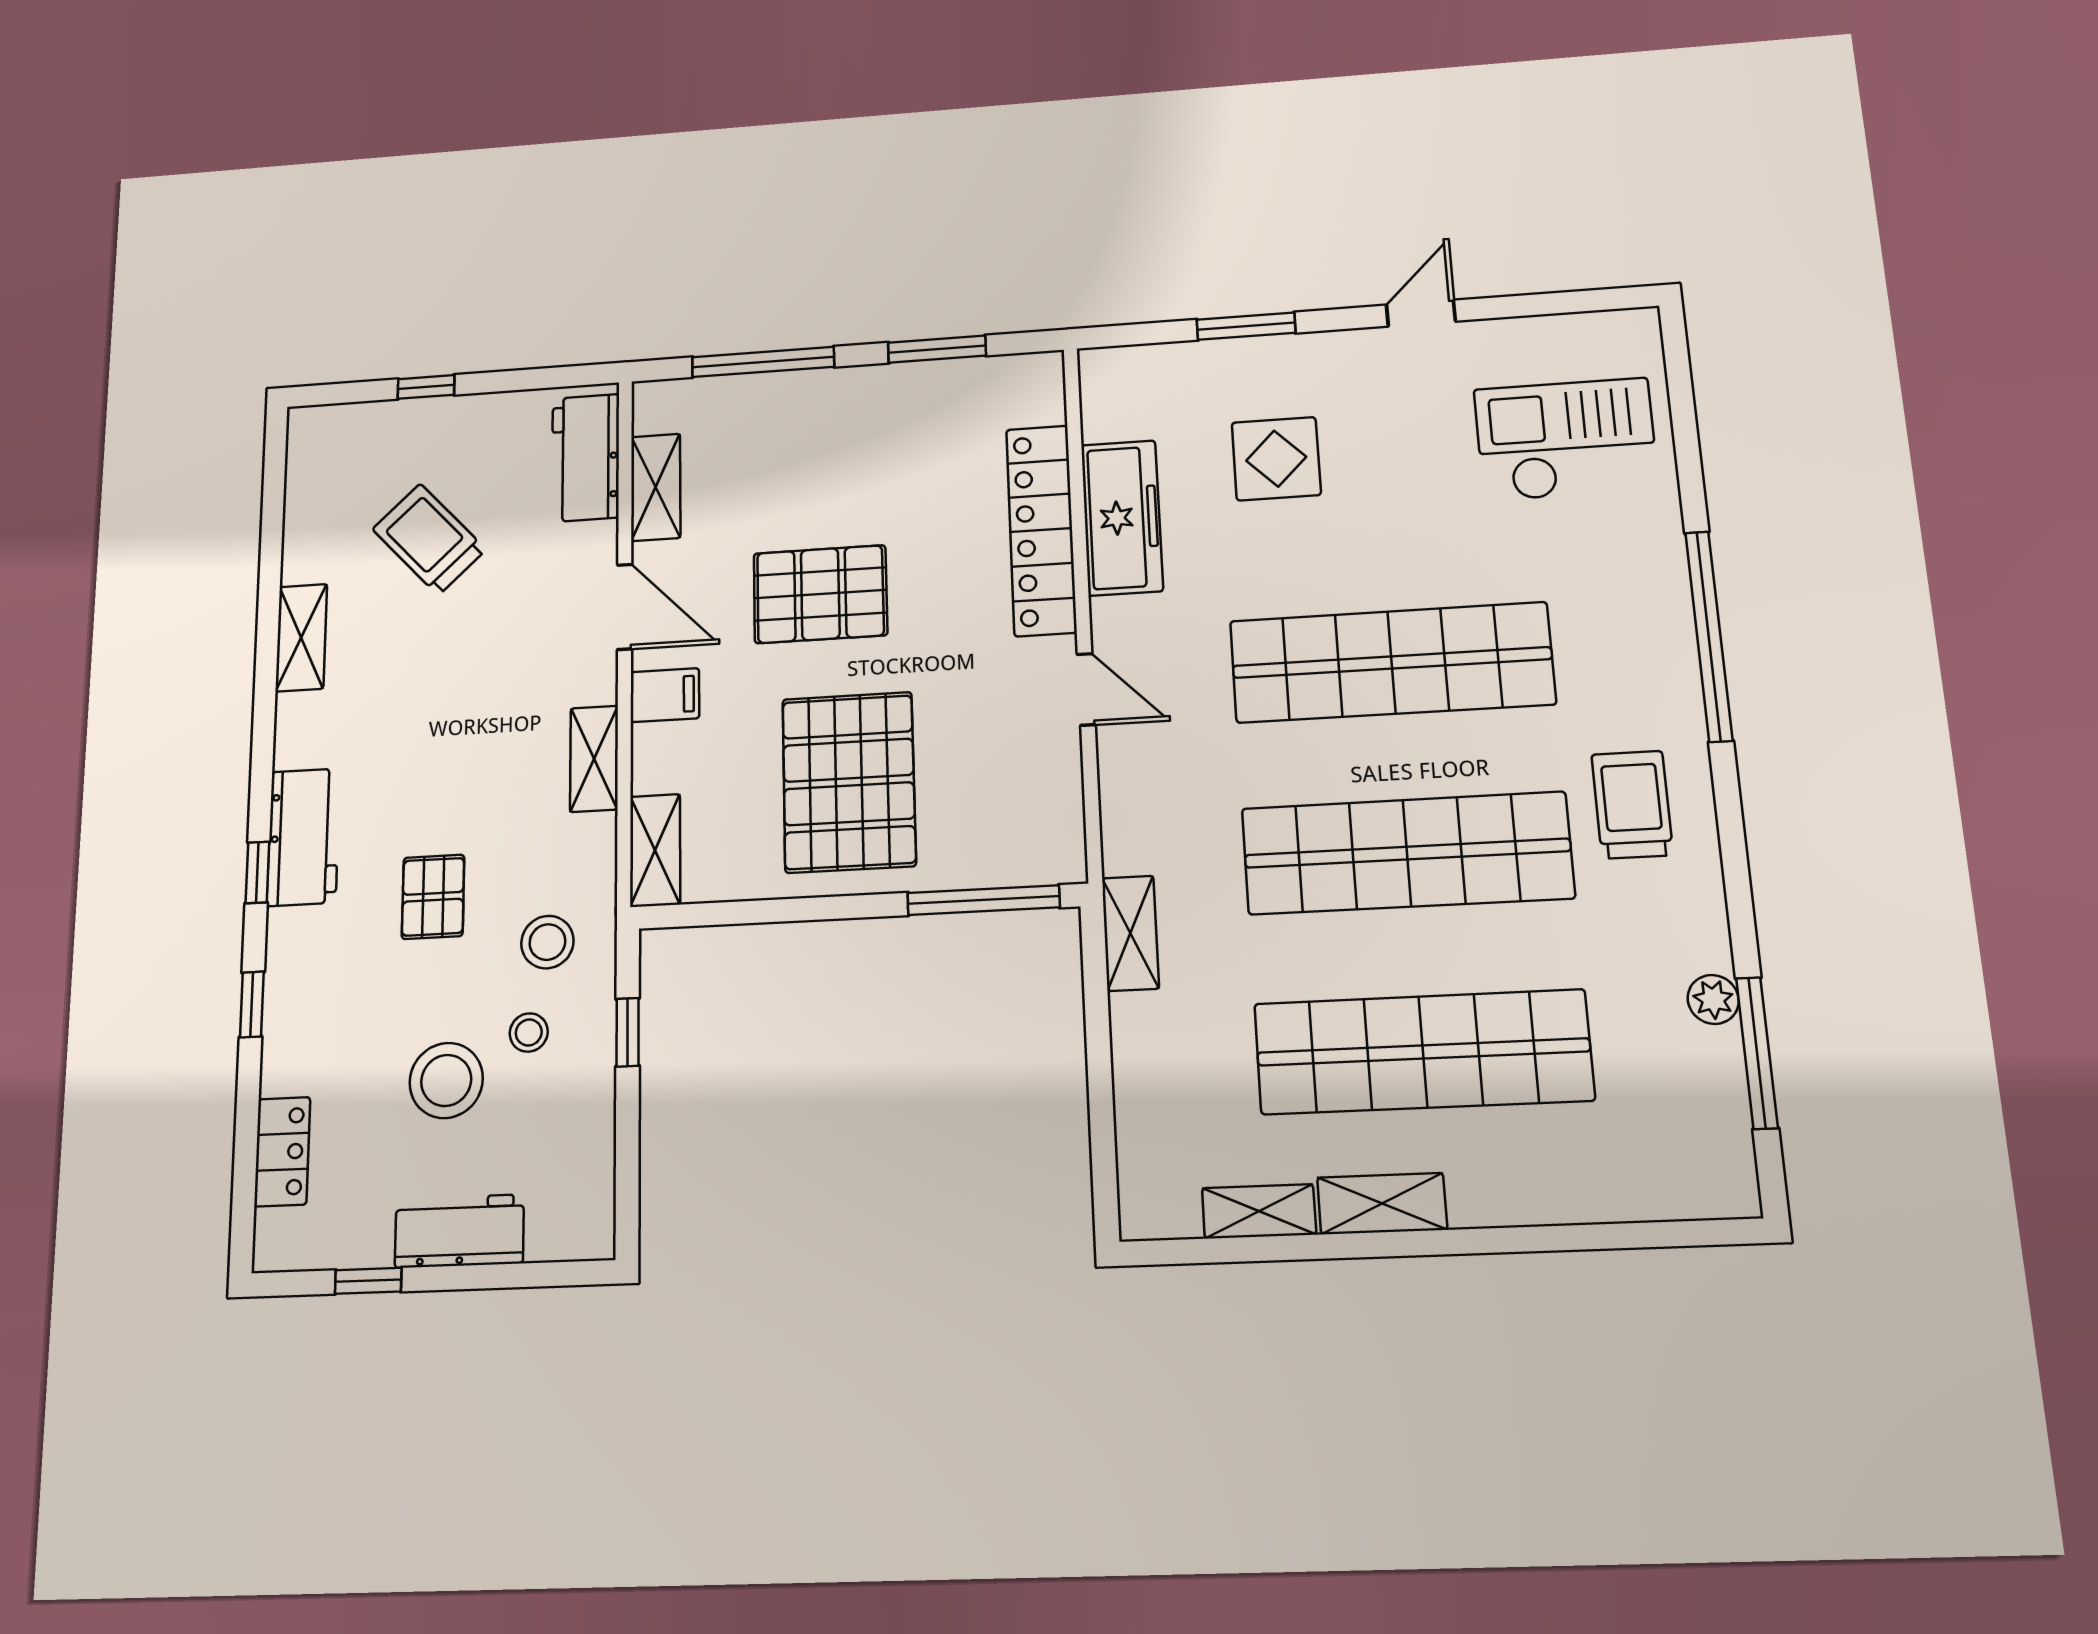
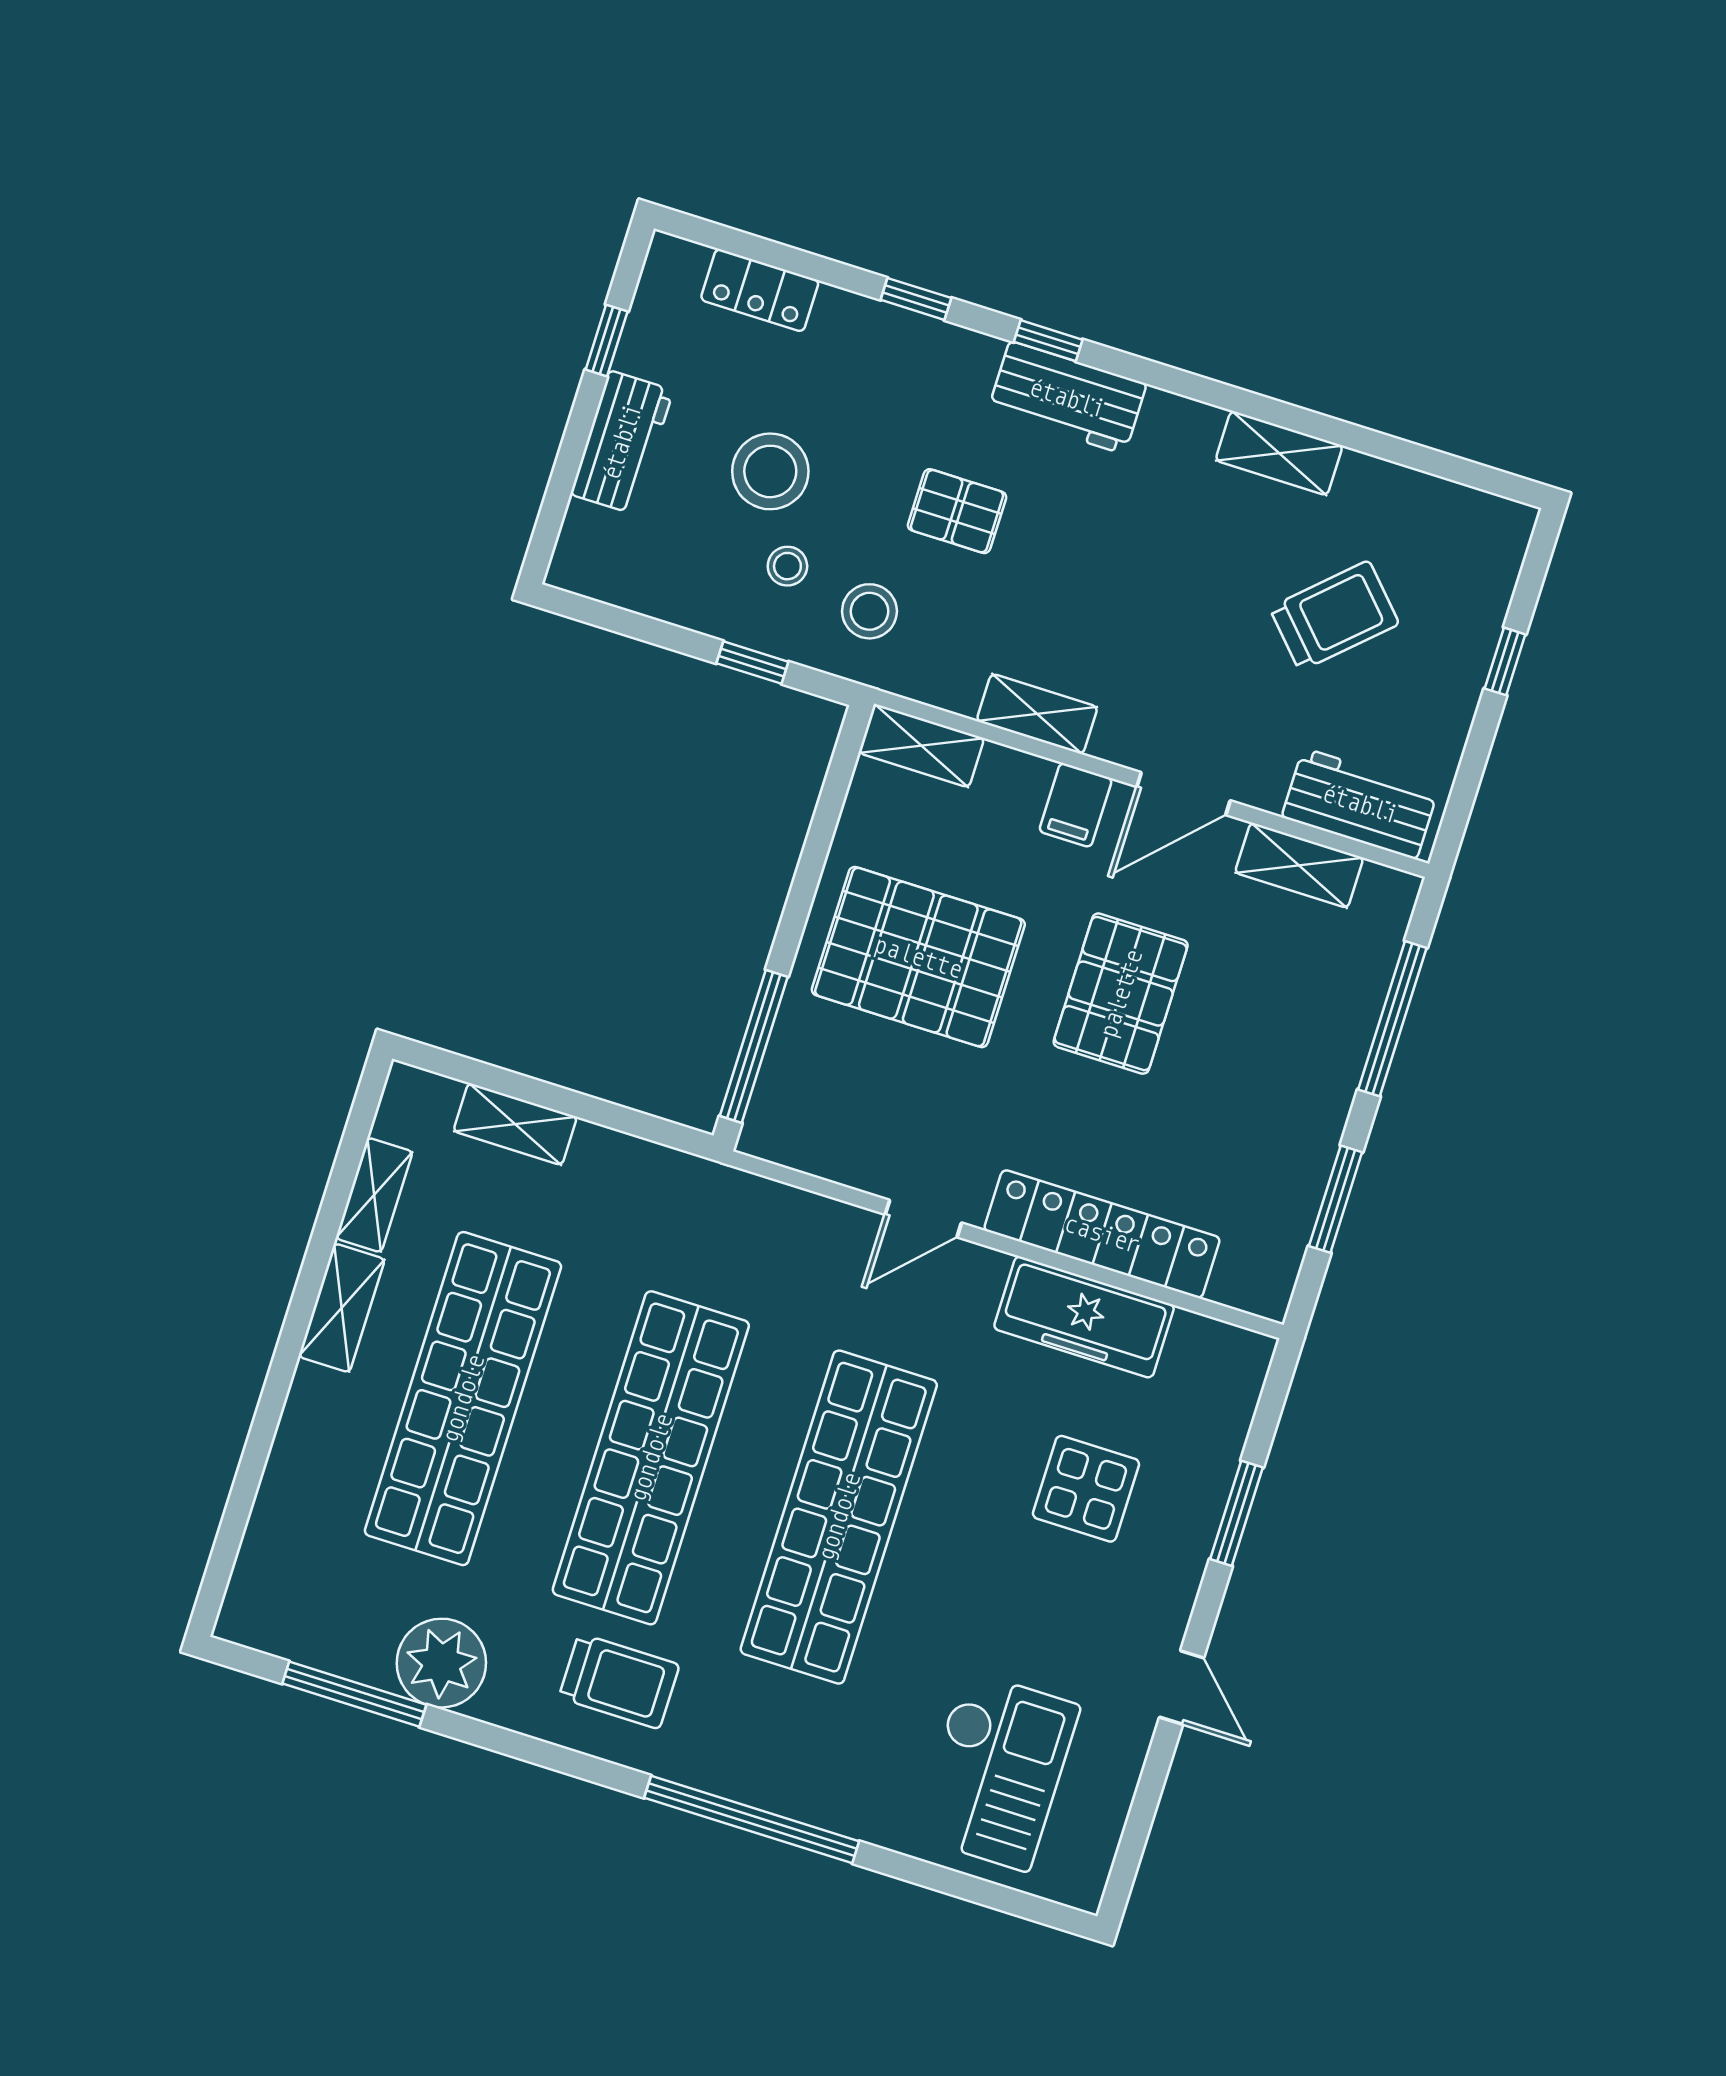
shelving: (1130, 933) -> (515, 1124), moved
plant: (1713, 999) -> (441, 1663), width x1.88, depth x1.88

